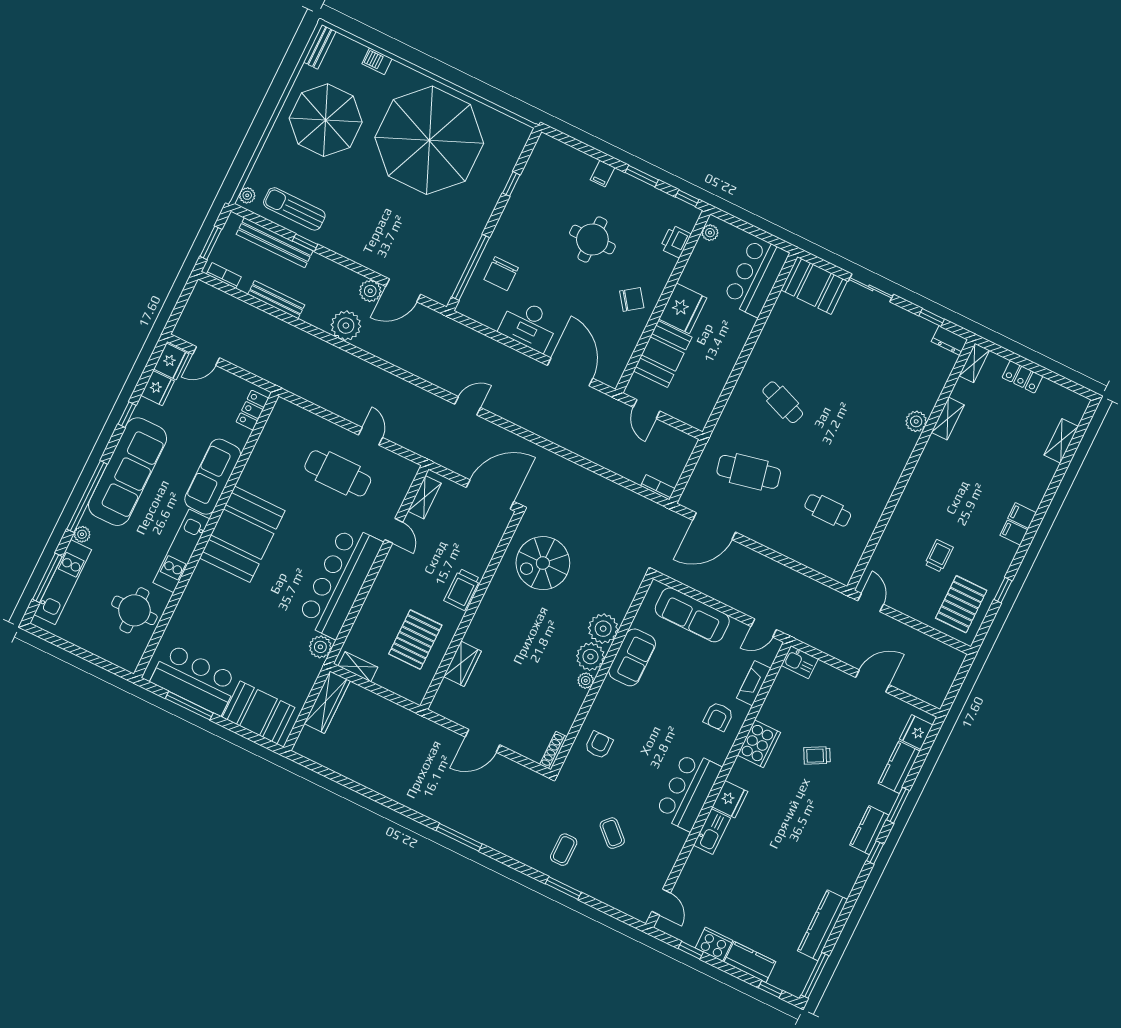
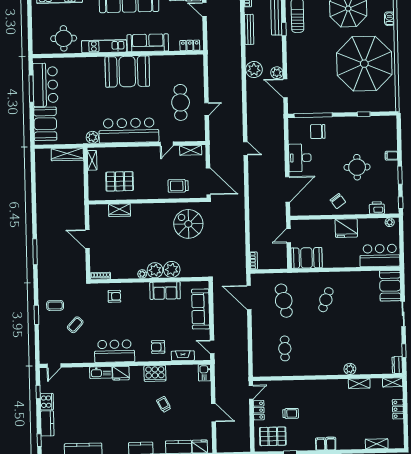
booth: (663, 354) -> (307, 258), moved
trolley: (462, 590) -> (178, 186), moved
locker: (907, 605) -> (259, 410), added

